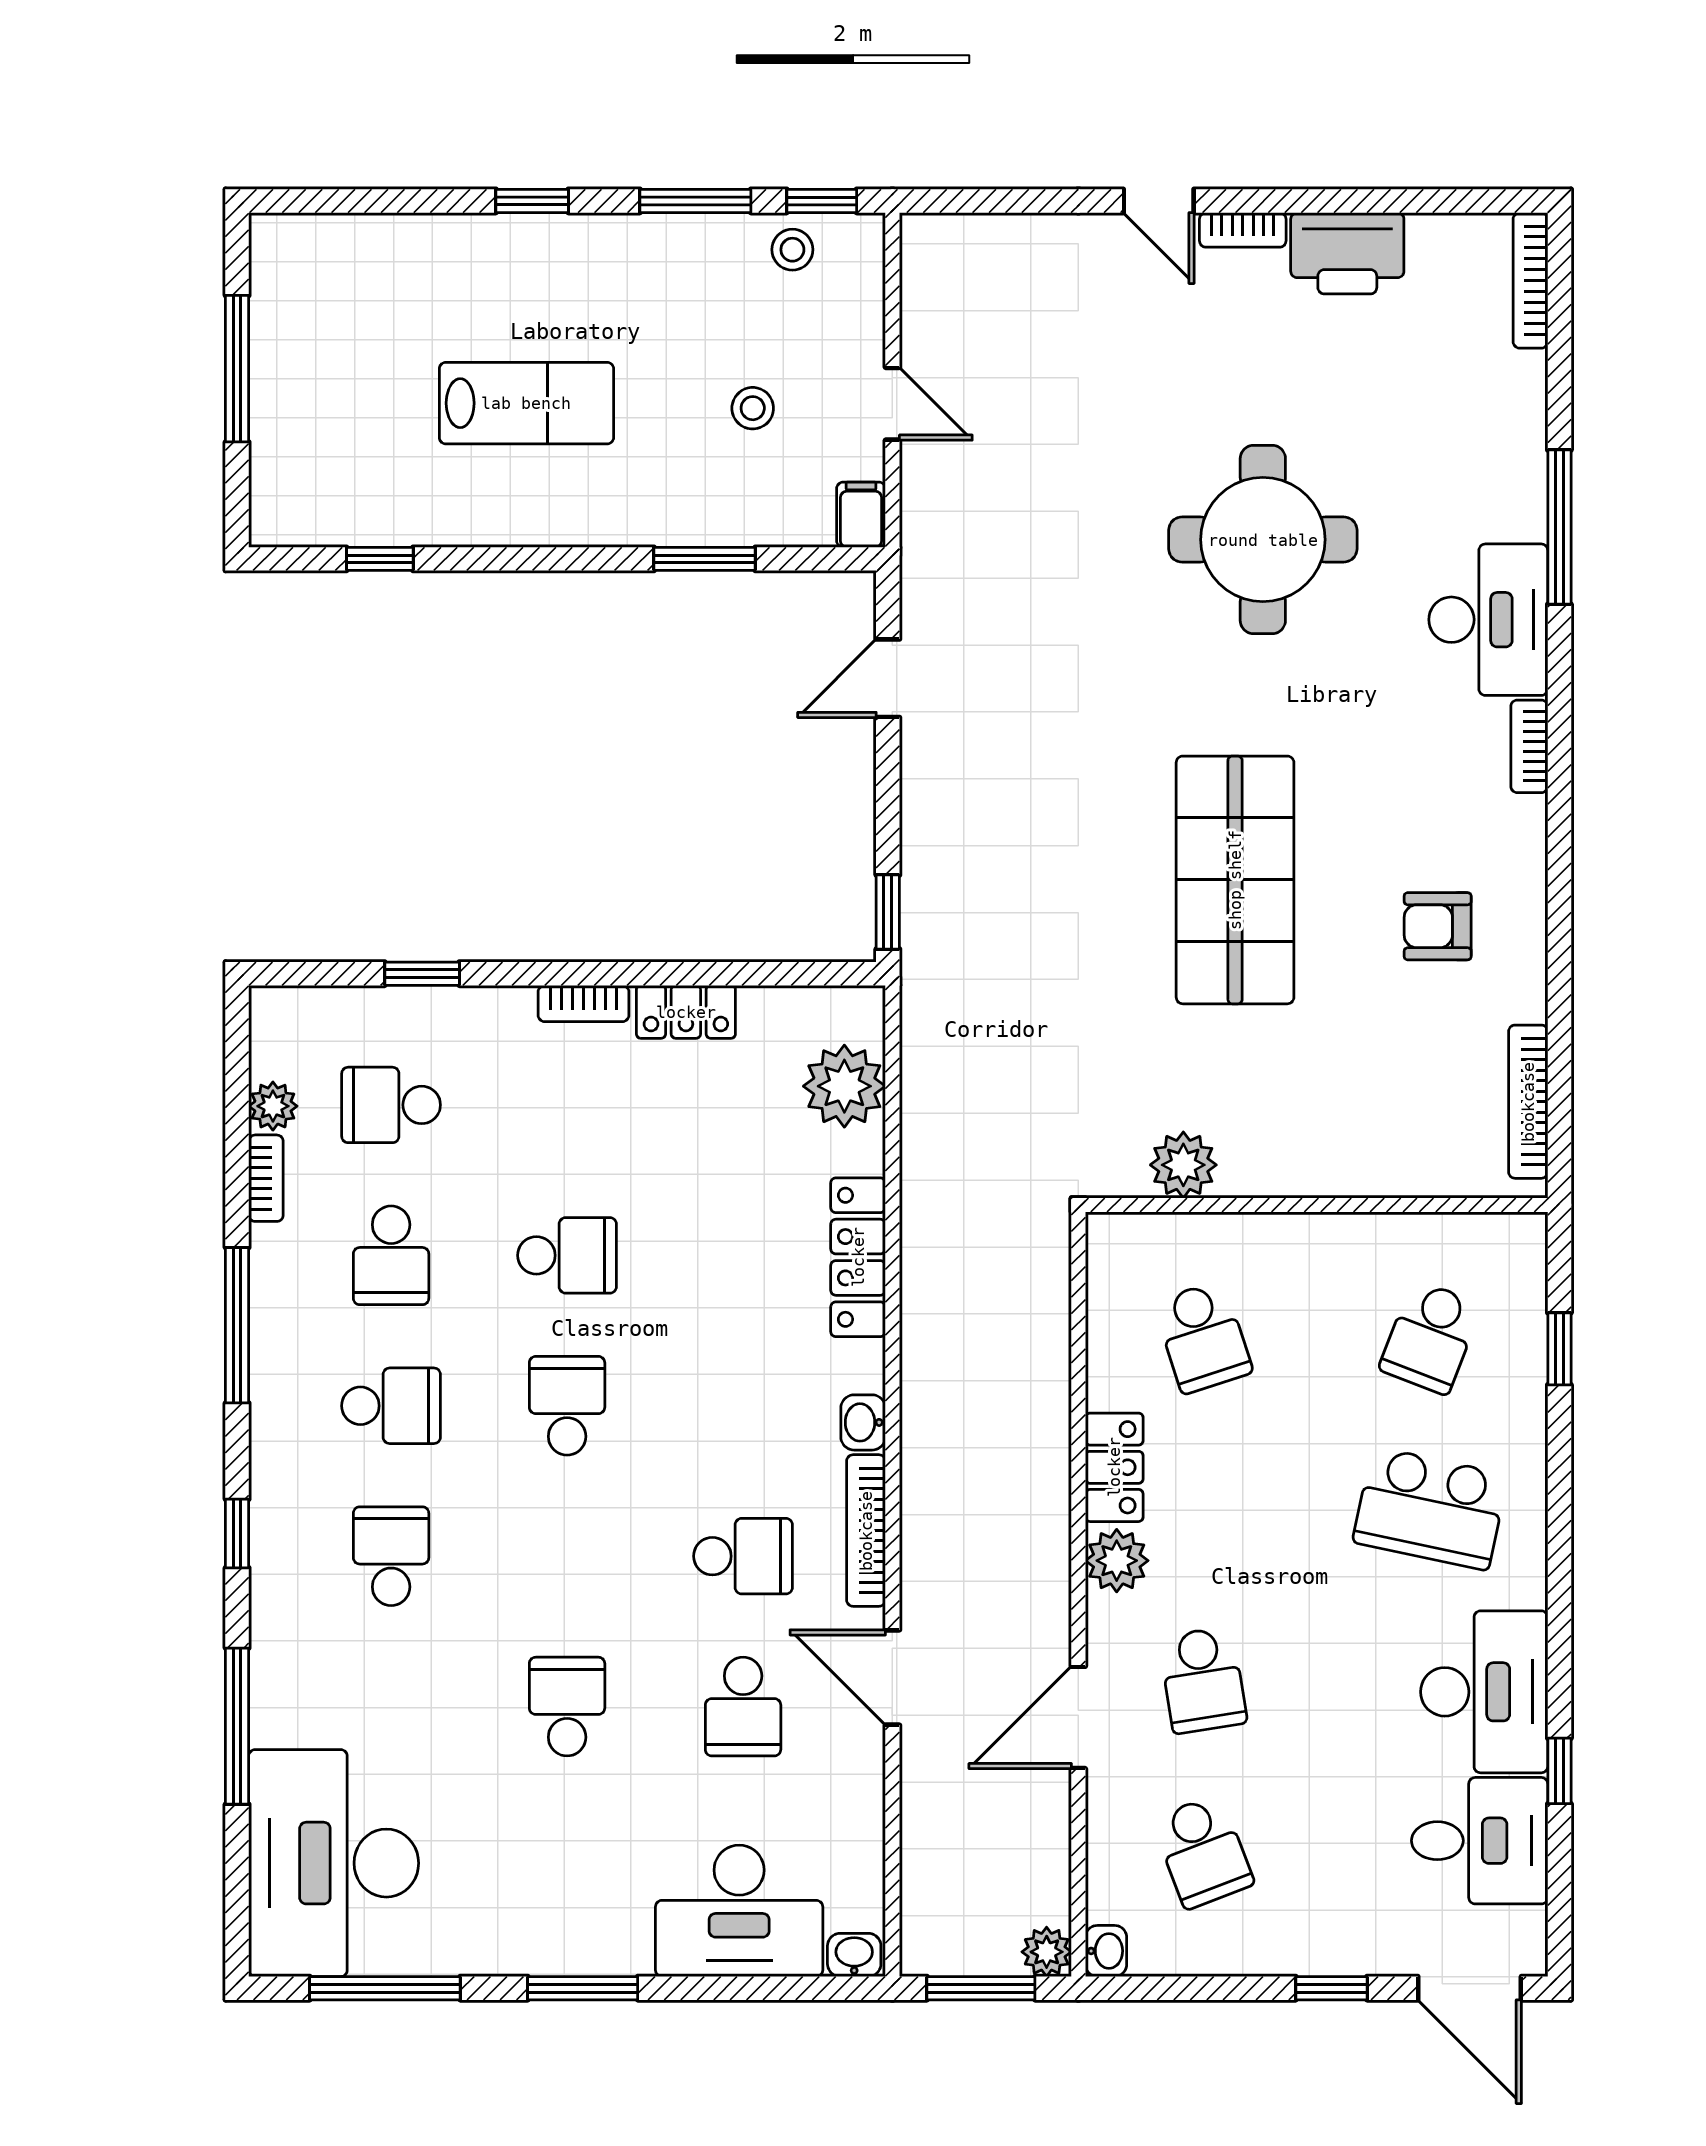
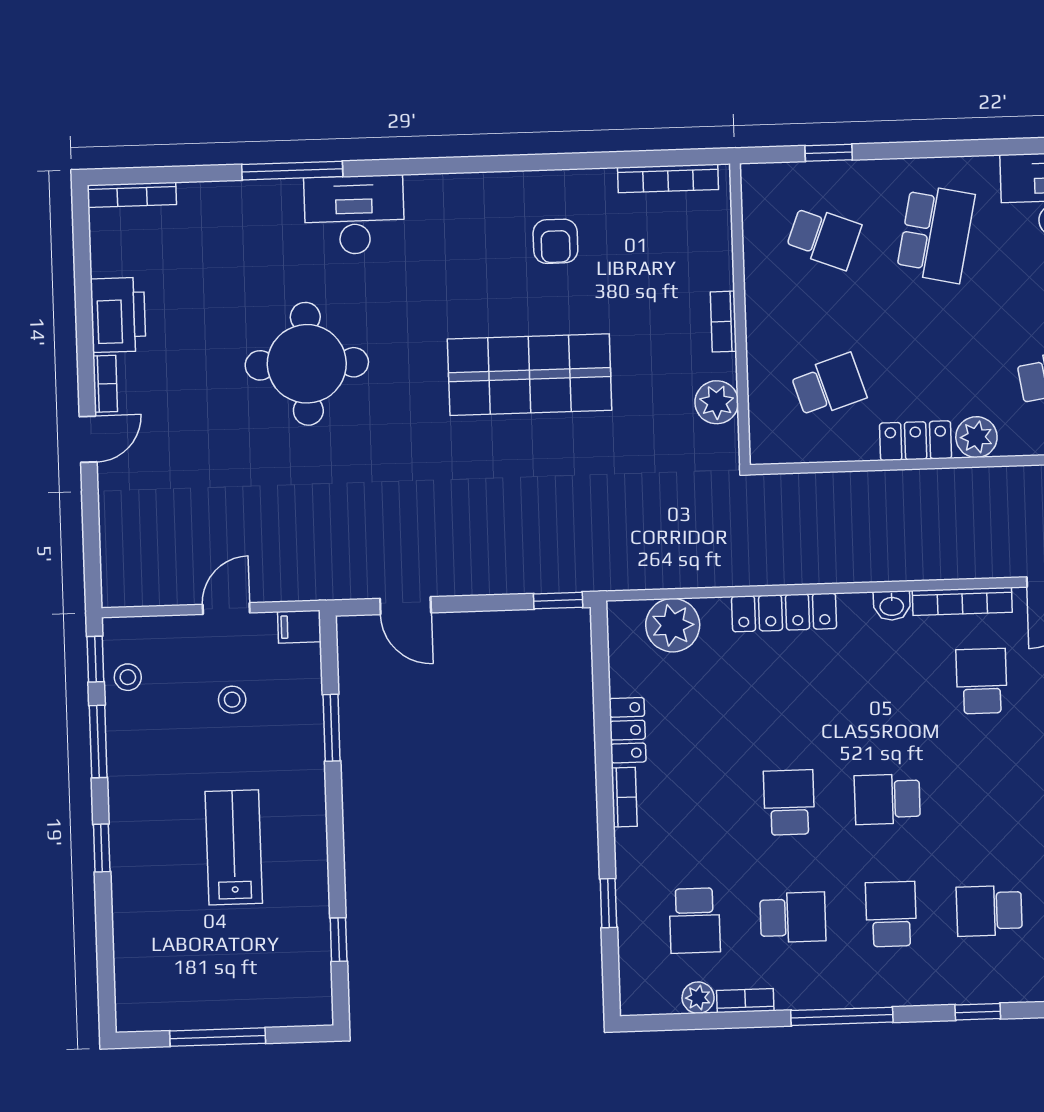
bookcase: (1529, 746) -> (724, 322), moved, turned 90

